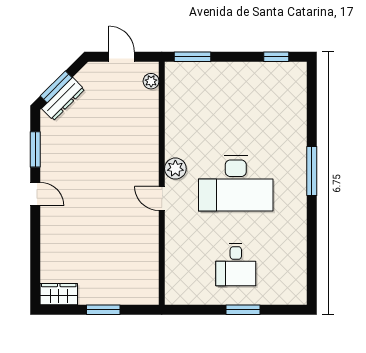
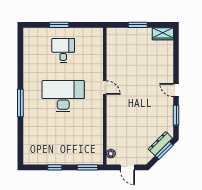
window: (276, 57) -> (55, 167), moved
plant: (175, 169) -> (97, 104), removed

